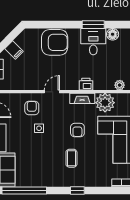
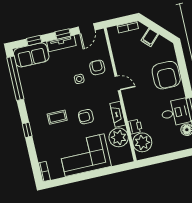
printer: (86, 84) -> (135, 127), moved
plant: (120, 85) -> (142, 142), width x1.88, depth x1.88
armchair: (32, 108) -> (97, 67), turned -90

